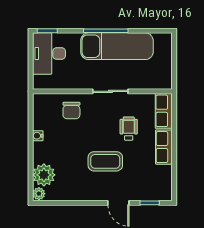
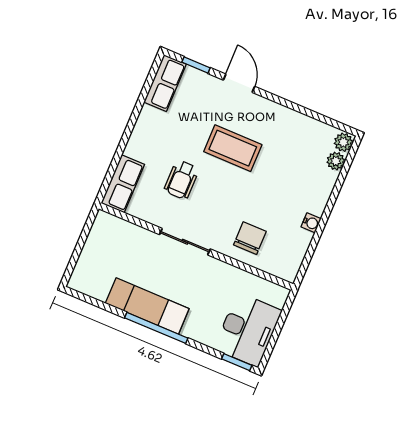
exam couch: (117, 46) -> (147, 306), width x0.73, depth x0.69
row of seats: (164, 147) -> (165, 83), moved
plant: (44, 175) -> (336, 161), width x0.53, depth x0.53

